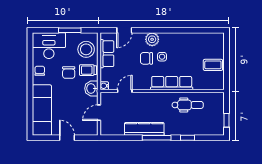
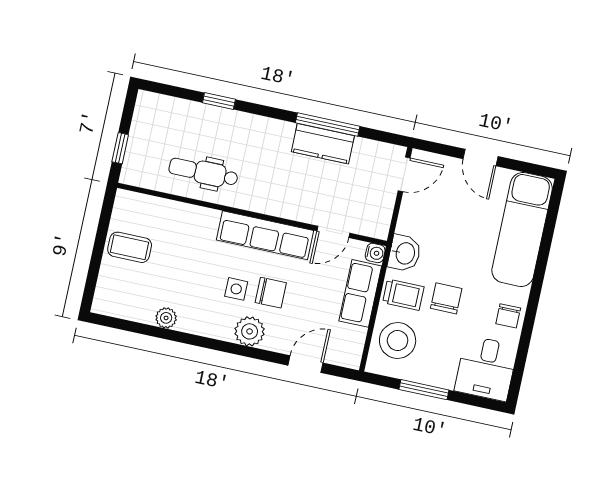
plant: (190, 37) -> (166, 318), added
desk: (49, 46) -> (486, 368), width x0.73
row of seats: (107, 54) -> (360, 293), moved
row of seats: (172, 83) -> (265, 235), moved
door: (99, 113) -> (404, 174), moved
window: (227, 120) -> (120, 148), moved
kitchen counter: (144, 129) -> (323, 144), width x0.67
window: (157, 138) -> (328, 124), moved

